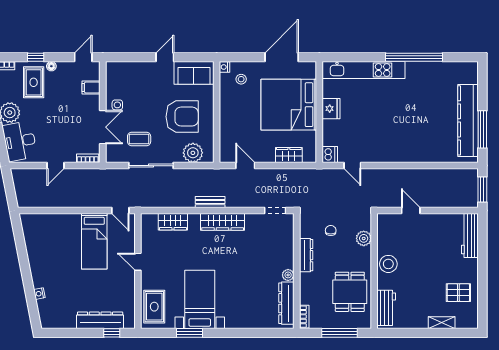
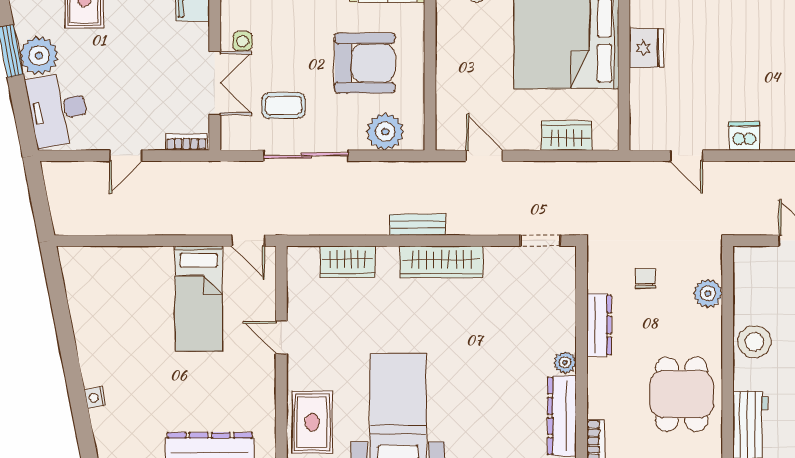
dishwasher: (330, 155) -> (744, 136), moved, turned -90

